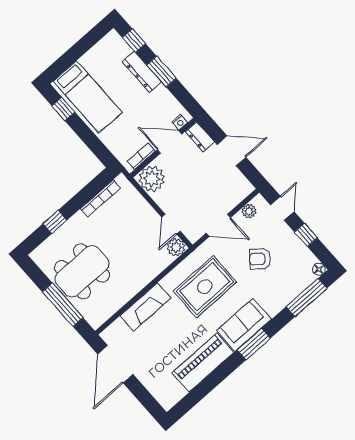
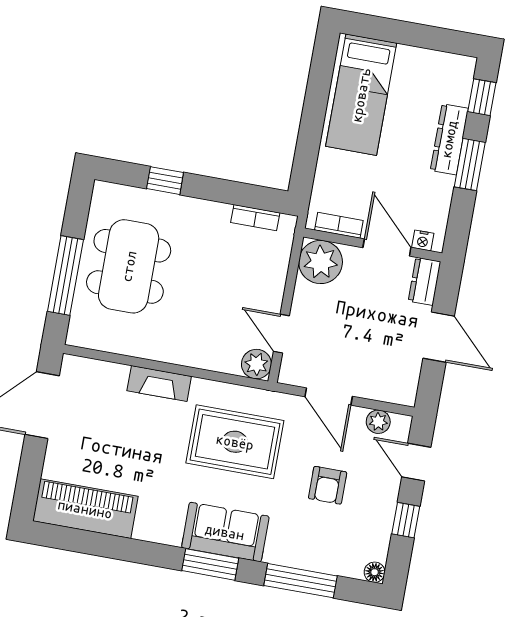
window: (63, 109) -> (321, 76), removed
bookcase: (100, 198) -> (255, 218), width x0.64
door: (282, 208) -> (416, 462), swing flipped
door: (171, 224) -> (281, 334), hinge flipped
armchair: (260, 259) -> (328, 485), turned -129
dining table: (82, 271) -> (129, 266), turned 90
window: (307, 297) -> (301, 581), moved
fireplace: (145, 307) -> (159, 383), width x0.73, depth x0.76
piano: (203, 363) -> (85, 509), moved

